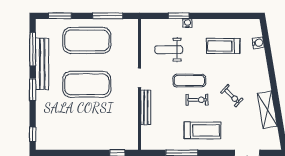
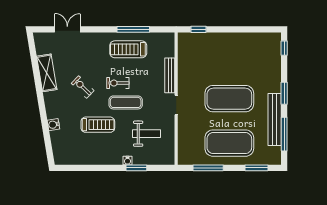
water cooler: (258, 43) -> (53, 125), moved
treadmill: (223, 46) -> (98, 125), moved
treadmill: (202, 130) -> (128, 49), moved

